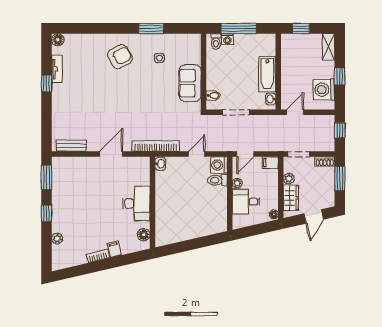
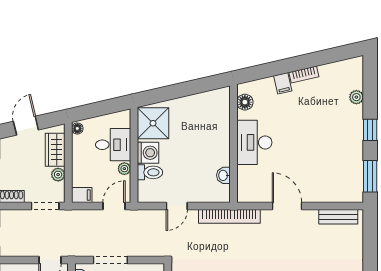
doorway: (236, 112) -> (110, 260), moved
door: (111, 154) -> (287, 206), swing flipped
washbasin: (160, 164) -> (223, 175), moved
washing machine: (219, 165) -> (148, 153), moved
shower: (215, 218) -> (153, 123), added

